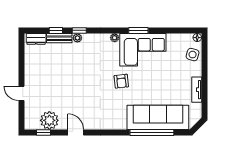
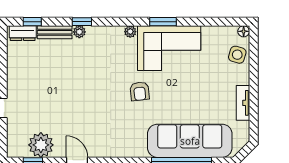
window: (56, 30) -> (32, 22), moved

